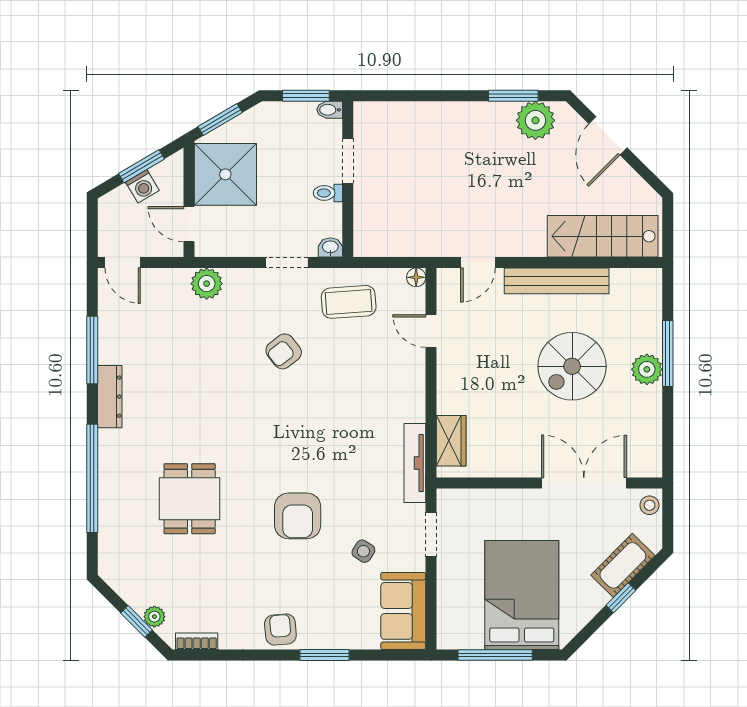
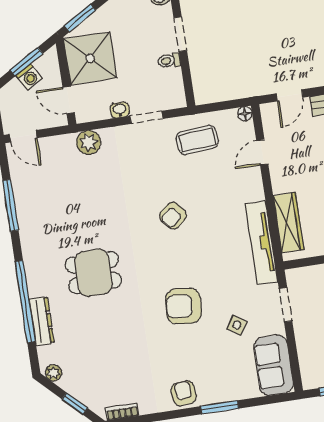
washbasin: (330, 247) -> (120, 110), moved
door: (431, 331) -> (262, 152), hinge flipped
armchair: (284, 351) -> (173, 216), moved
dresser: (110, 397) -> (42, 321), moved
wardrobe: (451, 441) -> (288, 223), width x1.50
tv unit: (415, 463) -> (261, 243), width x1.36, depth x1.29
dining table: (190, 499) -> (94, 273), moved, turned 90
armchair: (298, 516) -> (183, 306), turned 95
plant: (154, 617) -> (53, 373), moved

